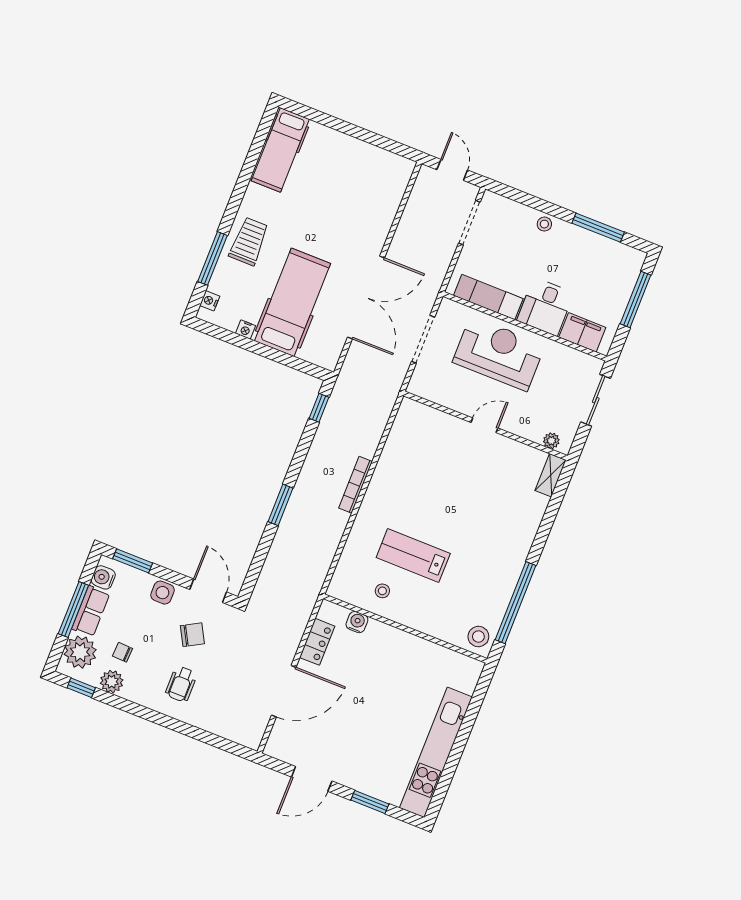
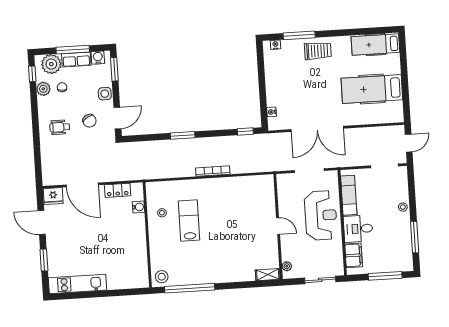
hospital bed: (293, 302) -> (372, 89), moved, turned 180
nightstand: (246, 330) -> (272, 112), moved
fridge: (280, 743) -> (53, 196), added
kitchen unit: (436, 752) -> (77, 284), width x0.73

